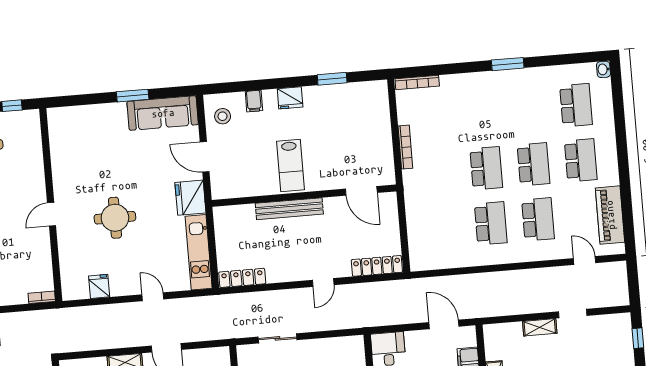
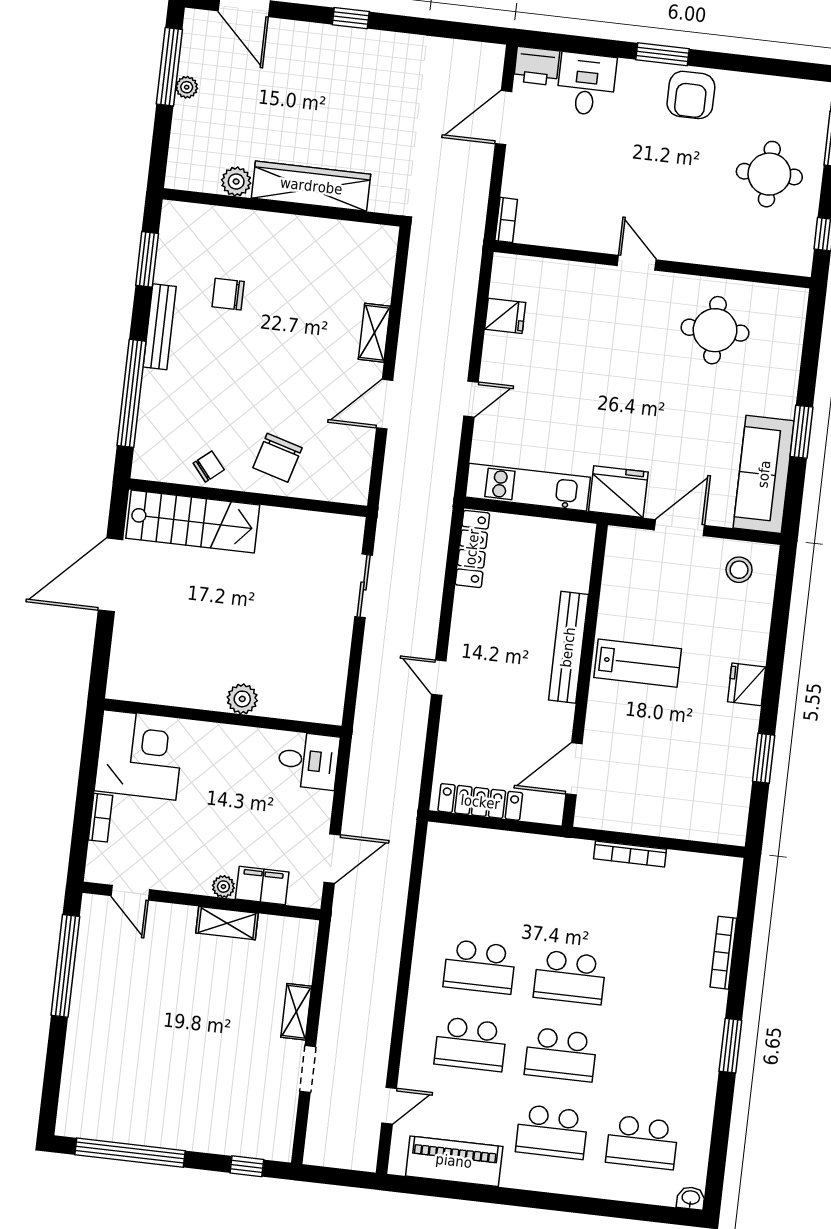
bookcase: (417, 82) -> (723, 953), moved
filing cabinet: (254, 101) -> (753, 625), removed
lab bench: (290, 166) -> (638, 663), turned 180
round table: (115, 218) -> (715, 330), moved
locker: (377, 266) -> (480, 802), moved, turned -90

